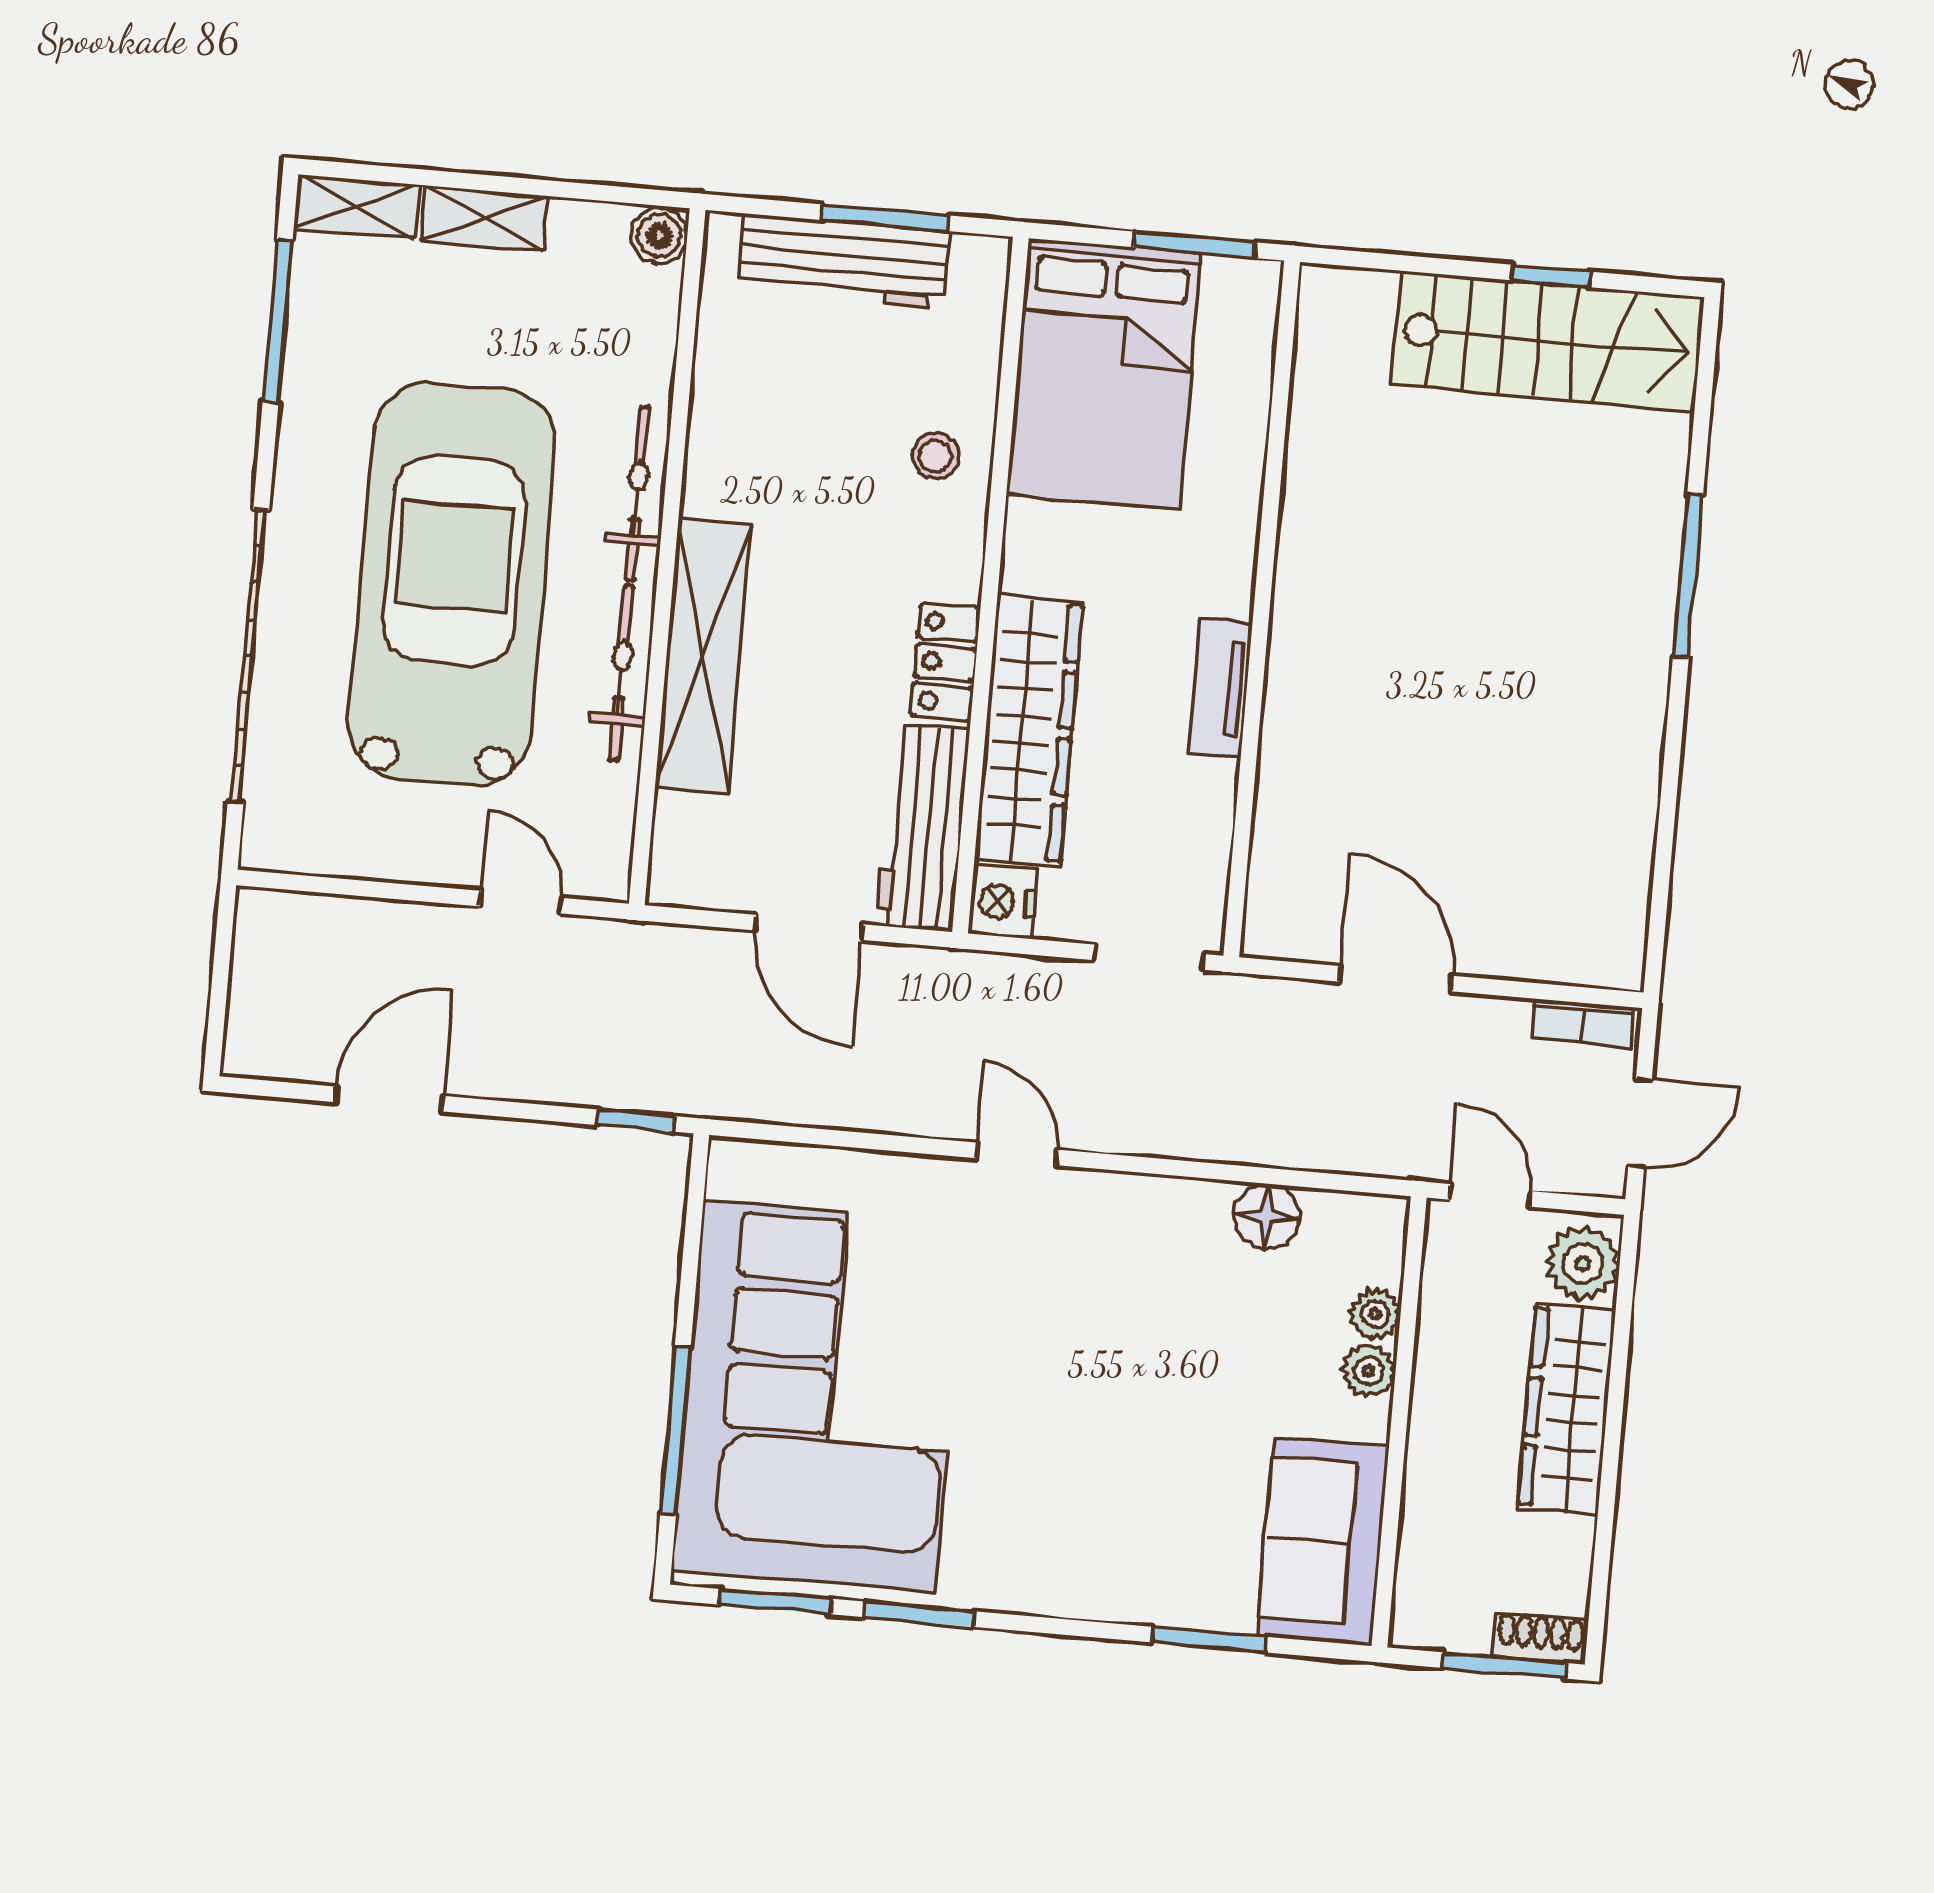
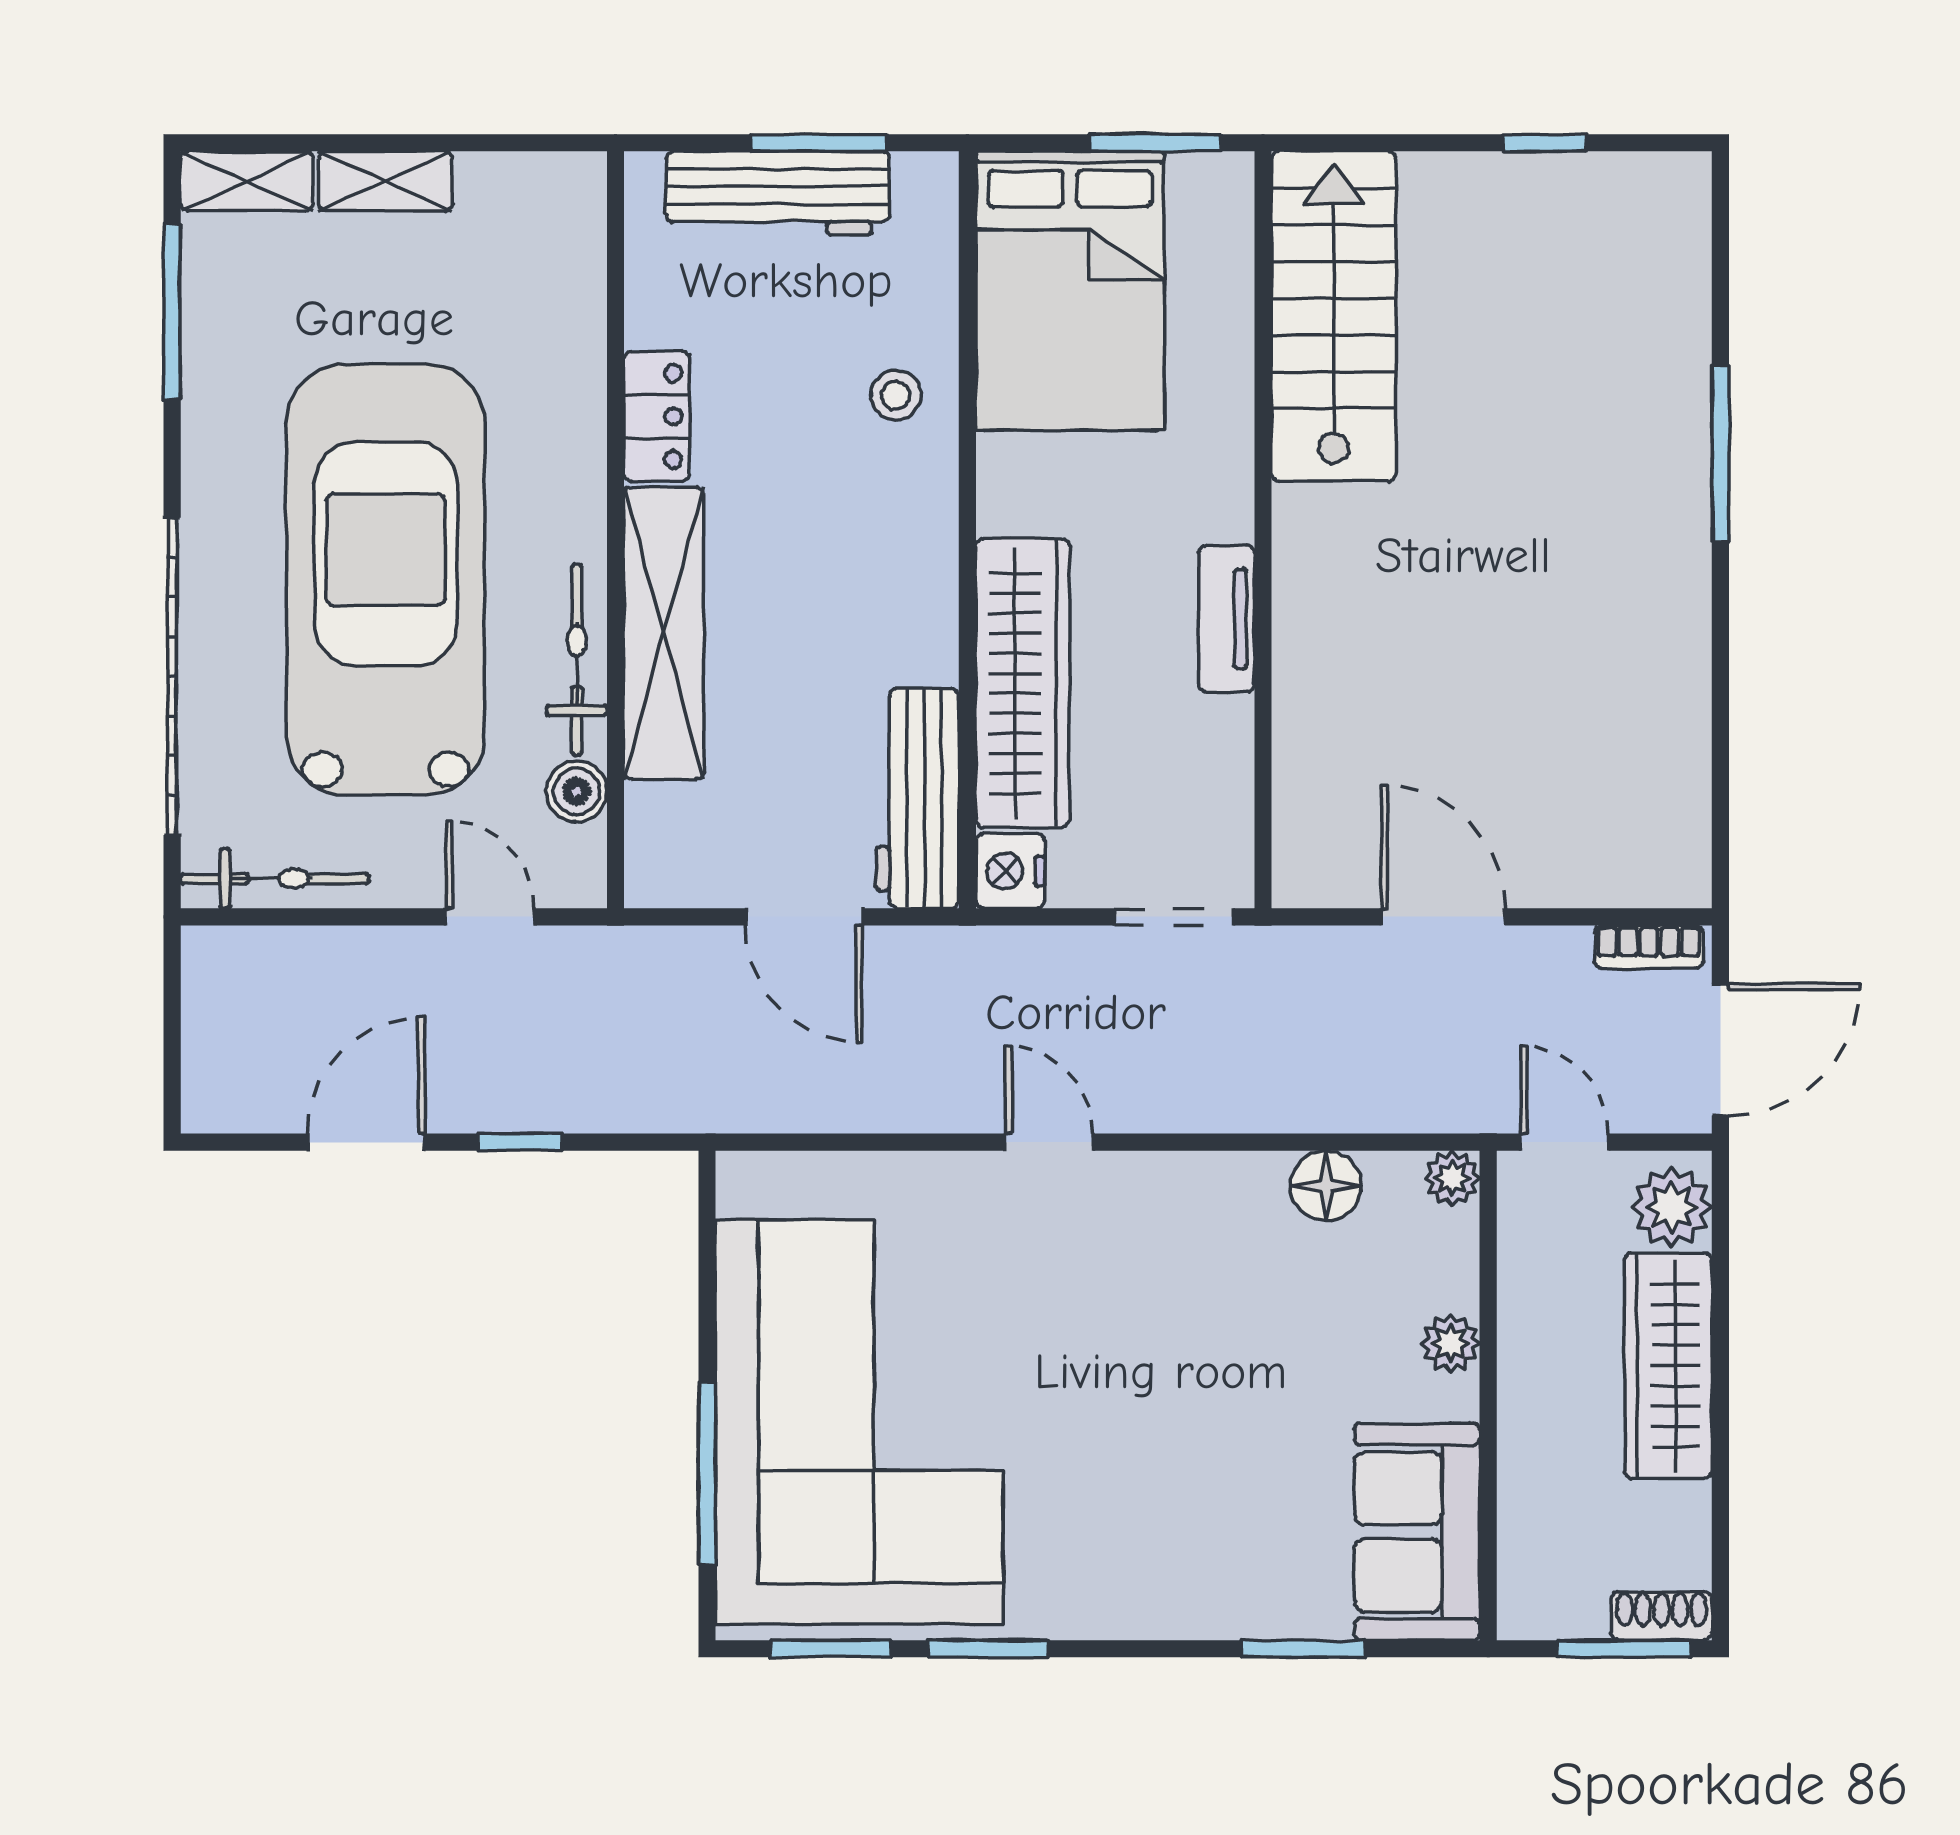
boiler: (659, 236) -> (577, 791), moved
stairs: (1548, 341) -> (1334, 316), moved, turned -90
bicycle: (637, 494) -> (275, 879), moved, turned 90
locker: (945, 662) -> (657, 416), moved, turned 180
window: (636, 1121) -> (520, 1142), moved
door: (1640, 1123) -> (1720, 1050), width x1.38
plant: (1375, 1314) -> (1452, 1178), moved

